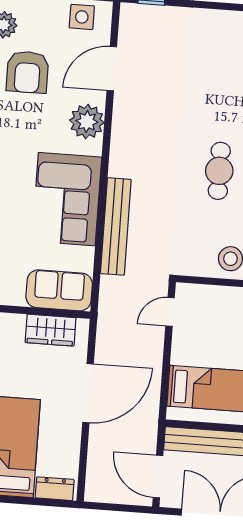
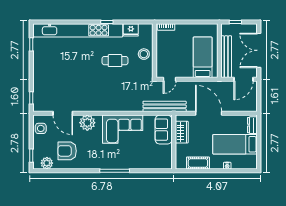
armchair: (27, 72) -> (67, 151), turned 180
cafe table: (219, 171) -> (115, 61), moved
bench: (116, 226) -> (165, 106), moved
door: (170, 312) -> (170, 79), hinge flipped

